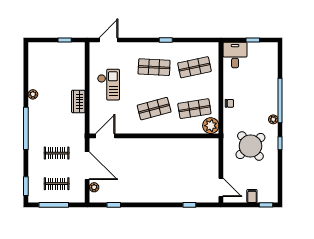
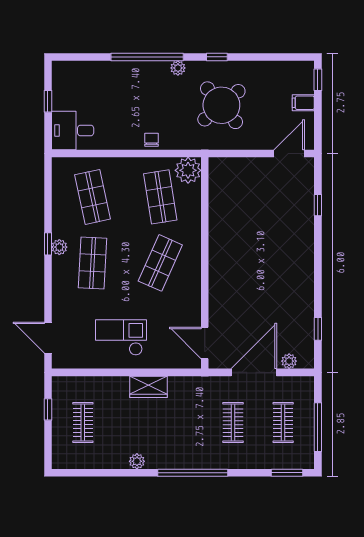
plant: (164, 47) -> (59, 247), added
clothes rail: (57, 61) -> (83, 423), added
shop shelf: (154, 109) -> (160, 263), turned 39

